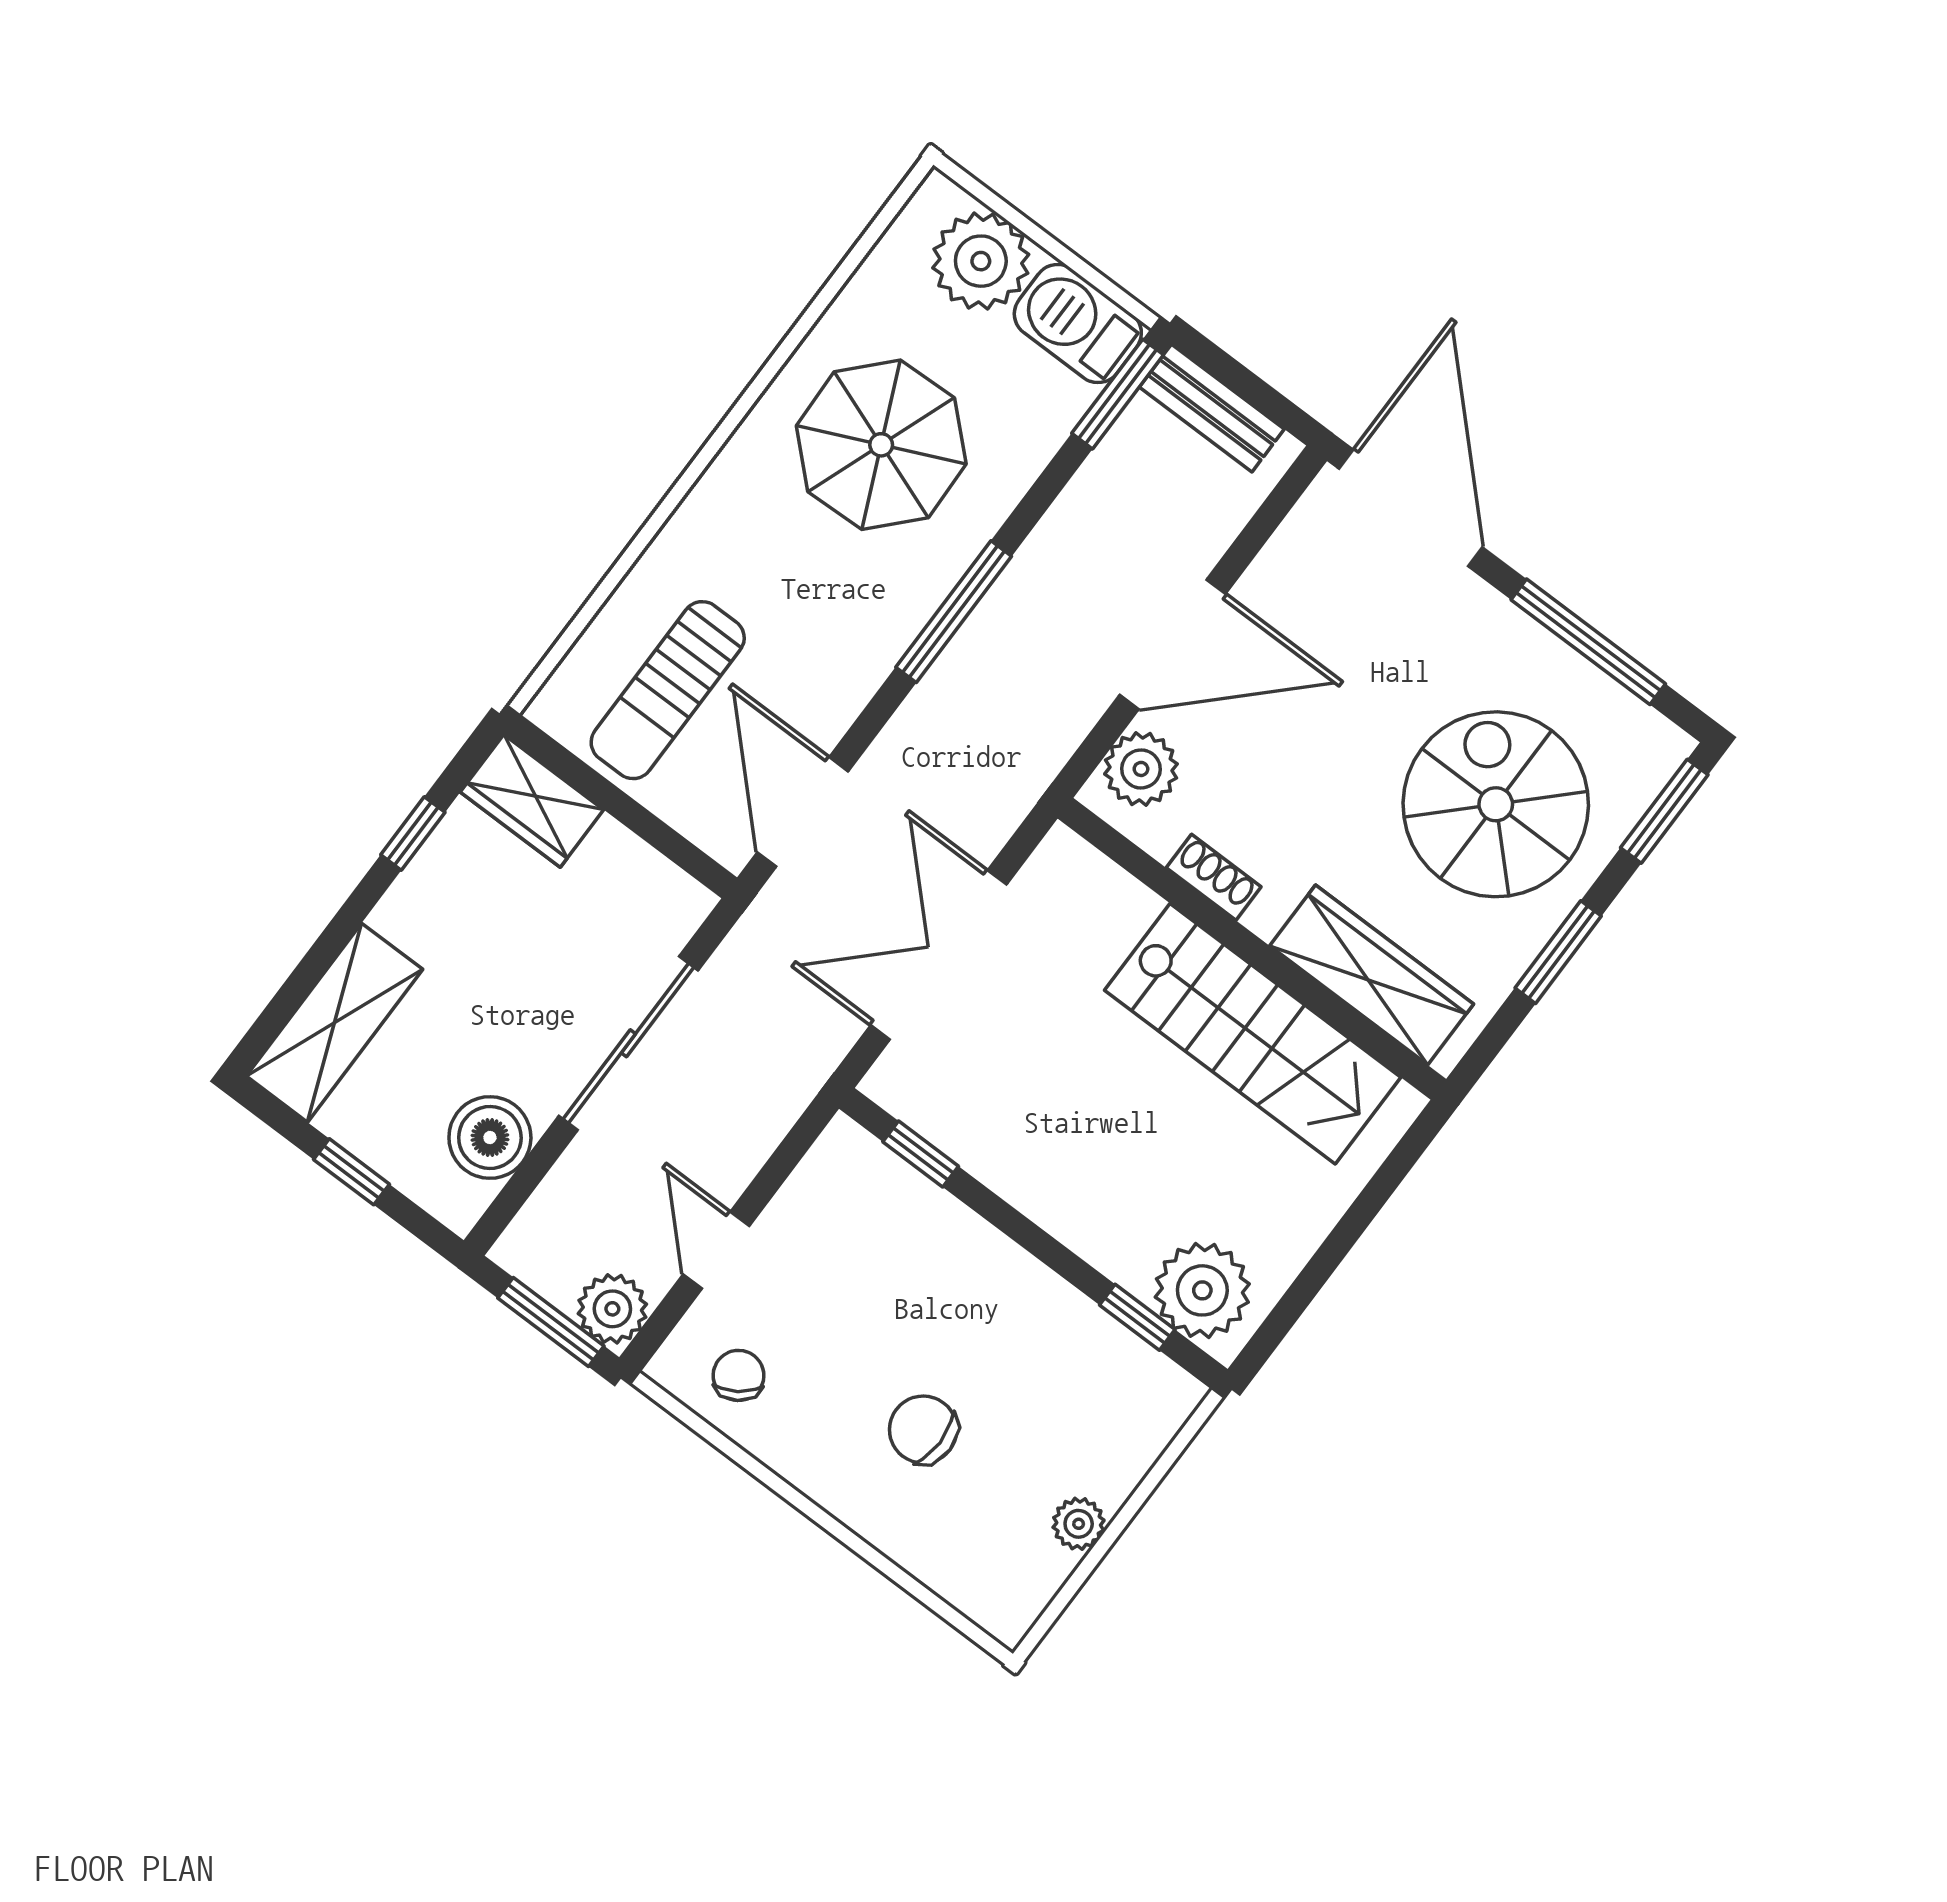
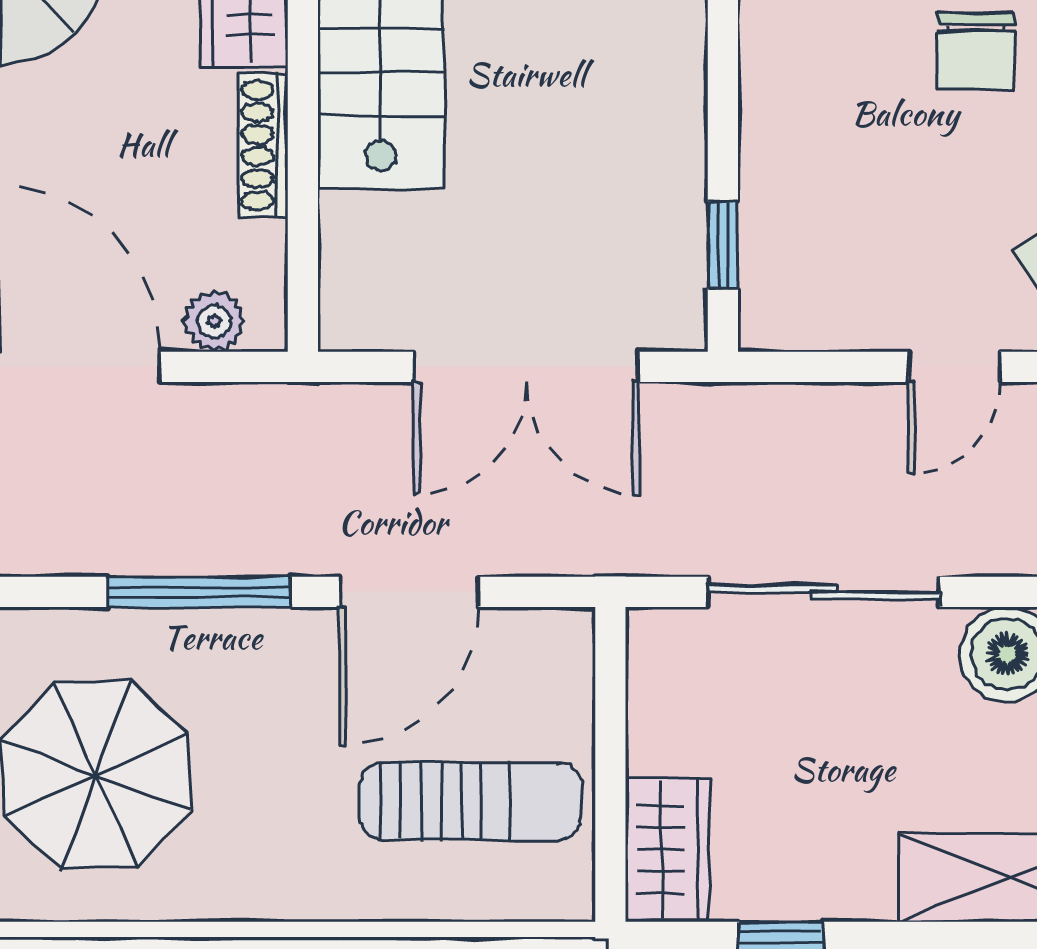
plant: (1141, 769) -> (214, 321), width x0.73, depth x0.73
door: (803, 812) -> (409, 592), moved
shoe rack: (1214, 877) -> (263, 145), width x1.43

